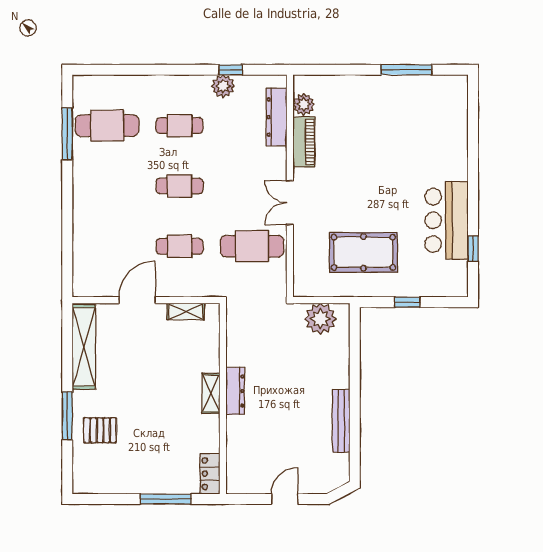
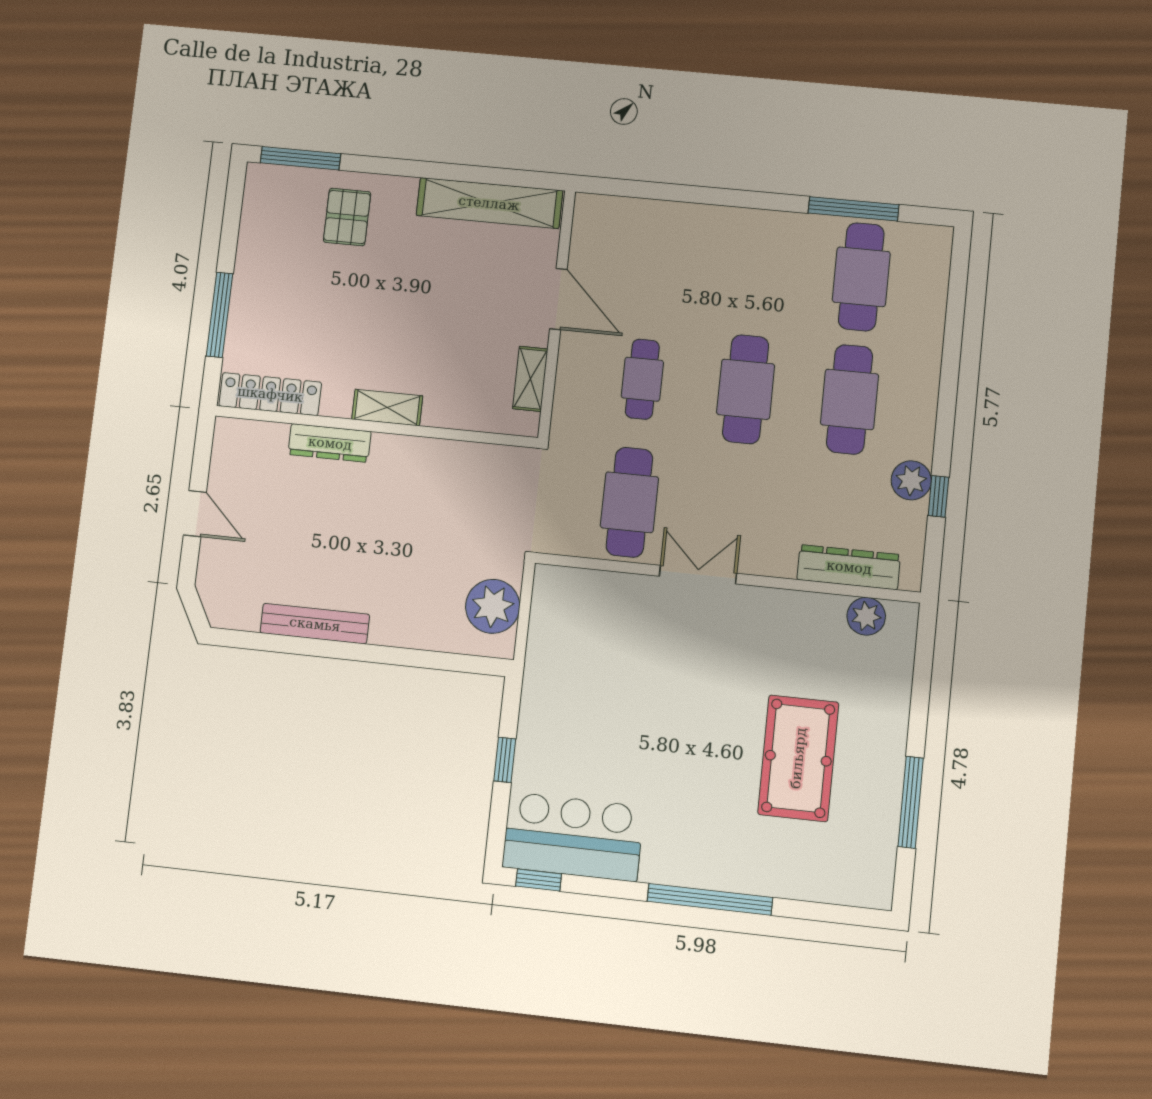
cafe table: (180, 126) -> (850, 399), width x1.37, depth x1.35
piano: (304, 142) -> (801, 610), removed
window: (473, 177) -> (710, 899), added
cafe table: (180, 186) -> (746, 389), width x1.37, depth x1.35
bar counter: (446, 220) -> (573, 837), moved
window: (473, 249) -> (539, 880), moved
pool table: (363, 252) -> (798, 758), moved
dresser: (235, 391) -> (330, 443), moved
window: (67, 416) -> (300, 158), moved
locker: (210, 474) -> (270, 394), width x1.53

